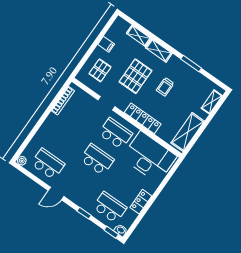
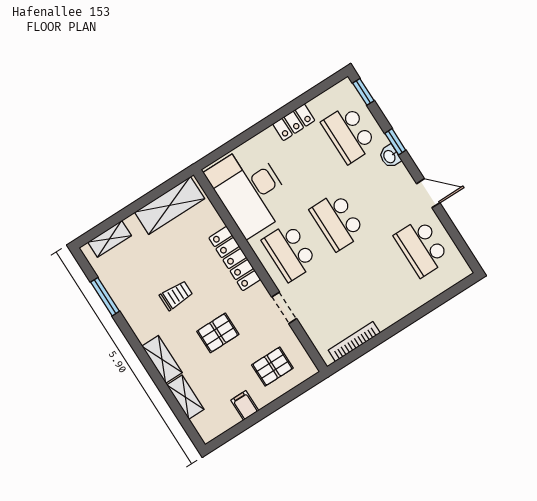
window: (191, 64) -> (105, 297), moved
pallet: (135, 76) -> (218, 333), width x0.67, depth x0.71
plant: (22, 161) -> (463, 270), removed
washbasin: (121, 230) -> (390, 156), moved

